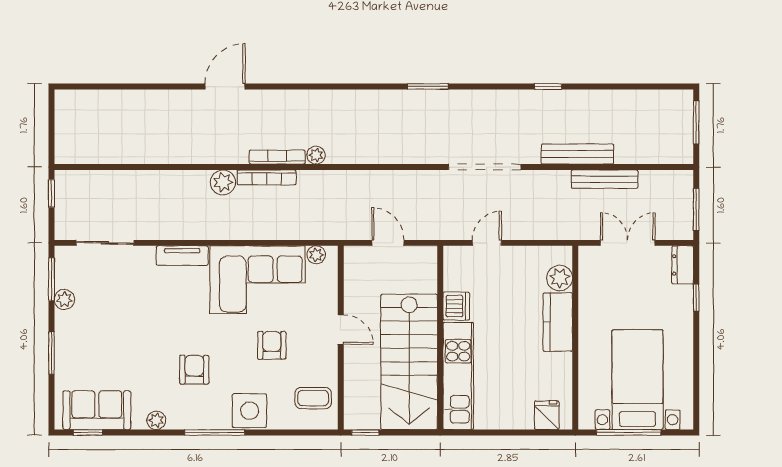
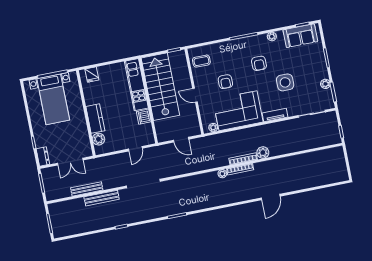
side table: (249, 411) -> (285, 82), moved

